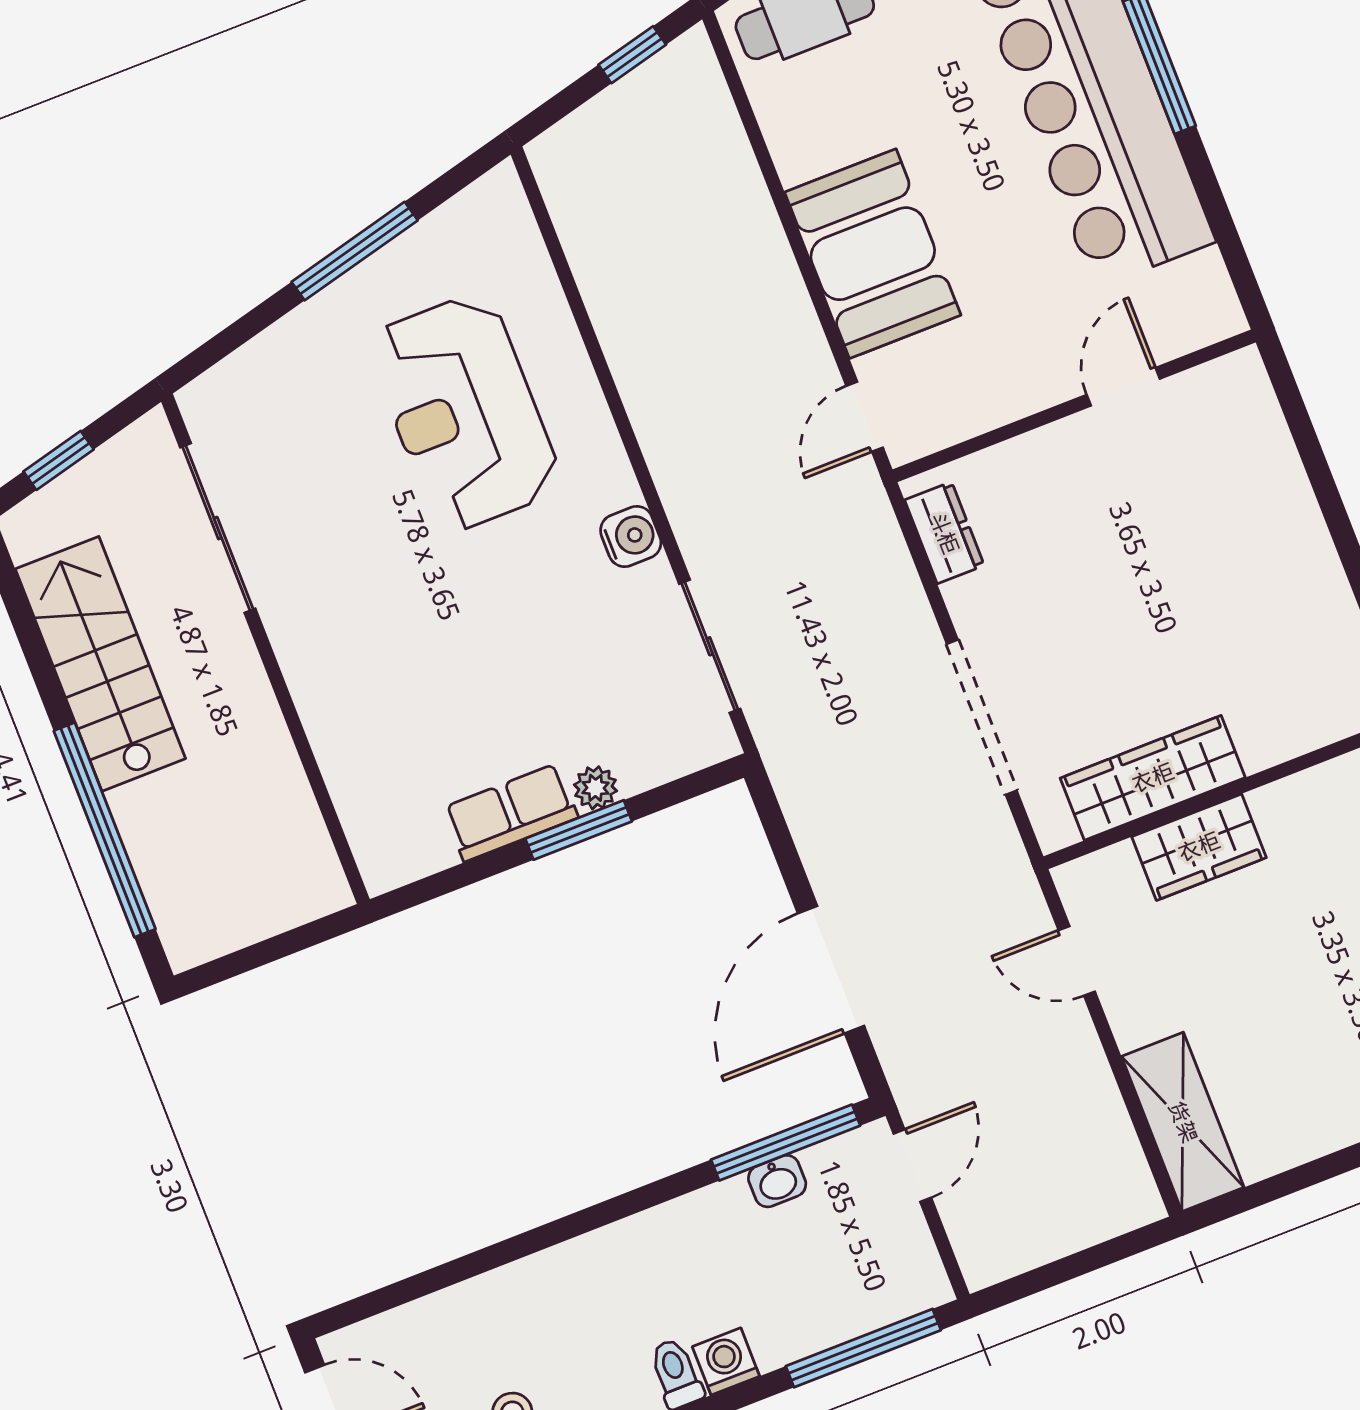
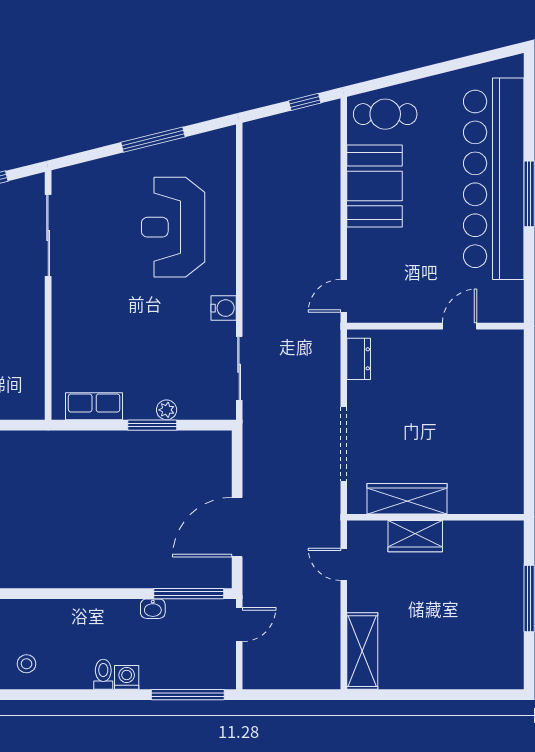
booth: (873, 254) -> (375, 186), moved
row of seats: (511, 813) -> (94, 406), moved
washbasin: (777, 1181) -> (153, 609), moved

